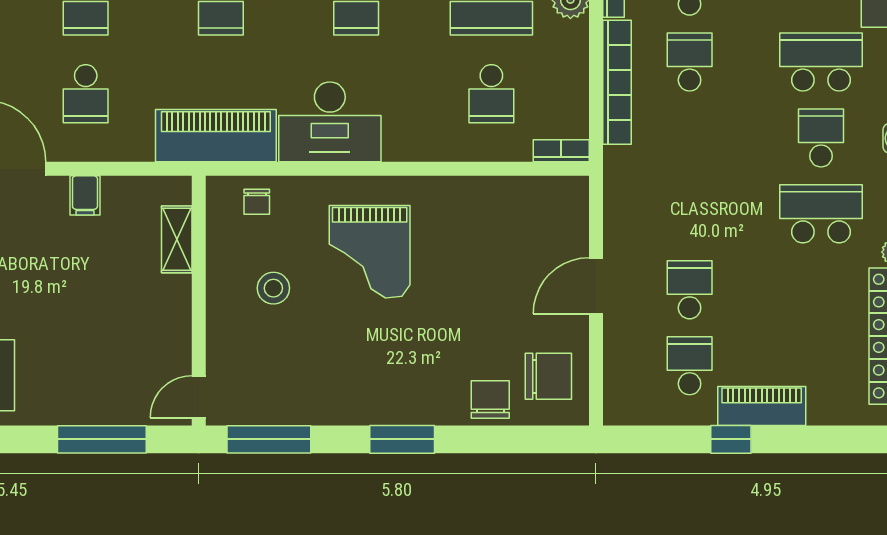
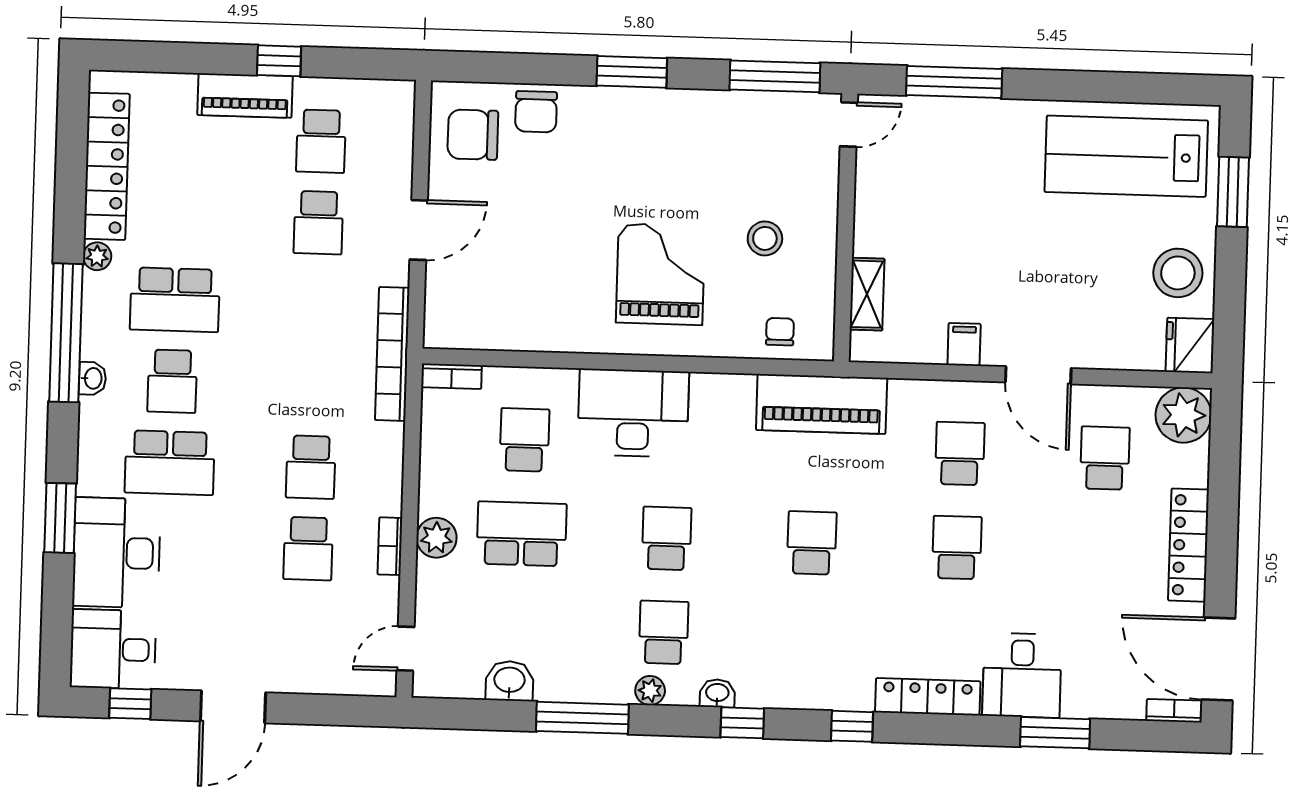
bookcase: (617, 82) -> (392, 354), moved
desk: (330, 122) -> (633, 413), moved

